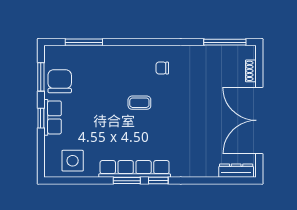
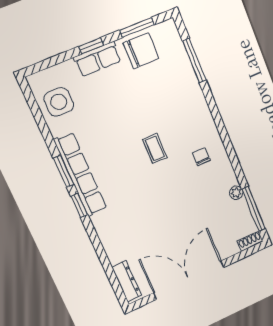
plant: (204, 51) -> (236, 193), added
shoe rack: (251, 71) -> (250, 241), moved

